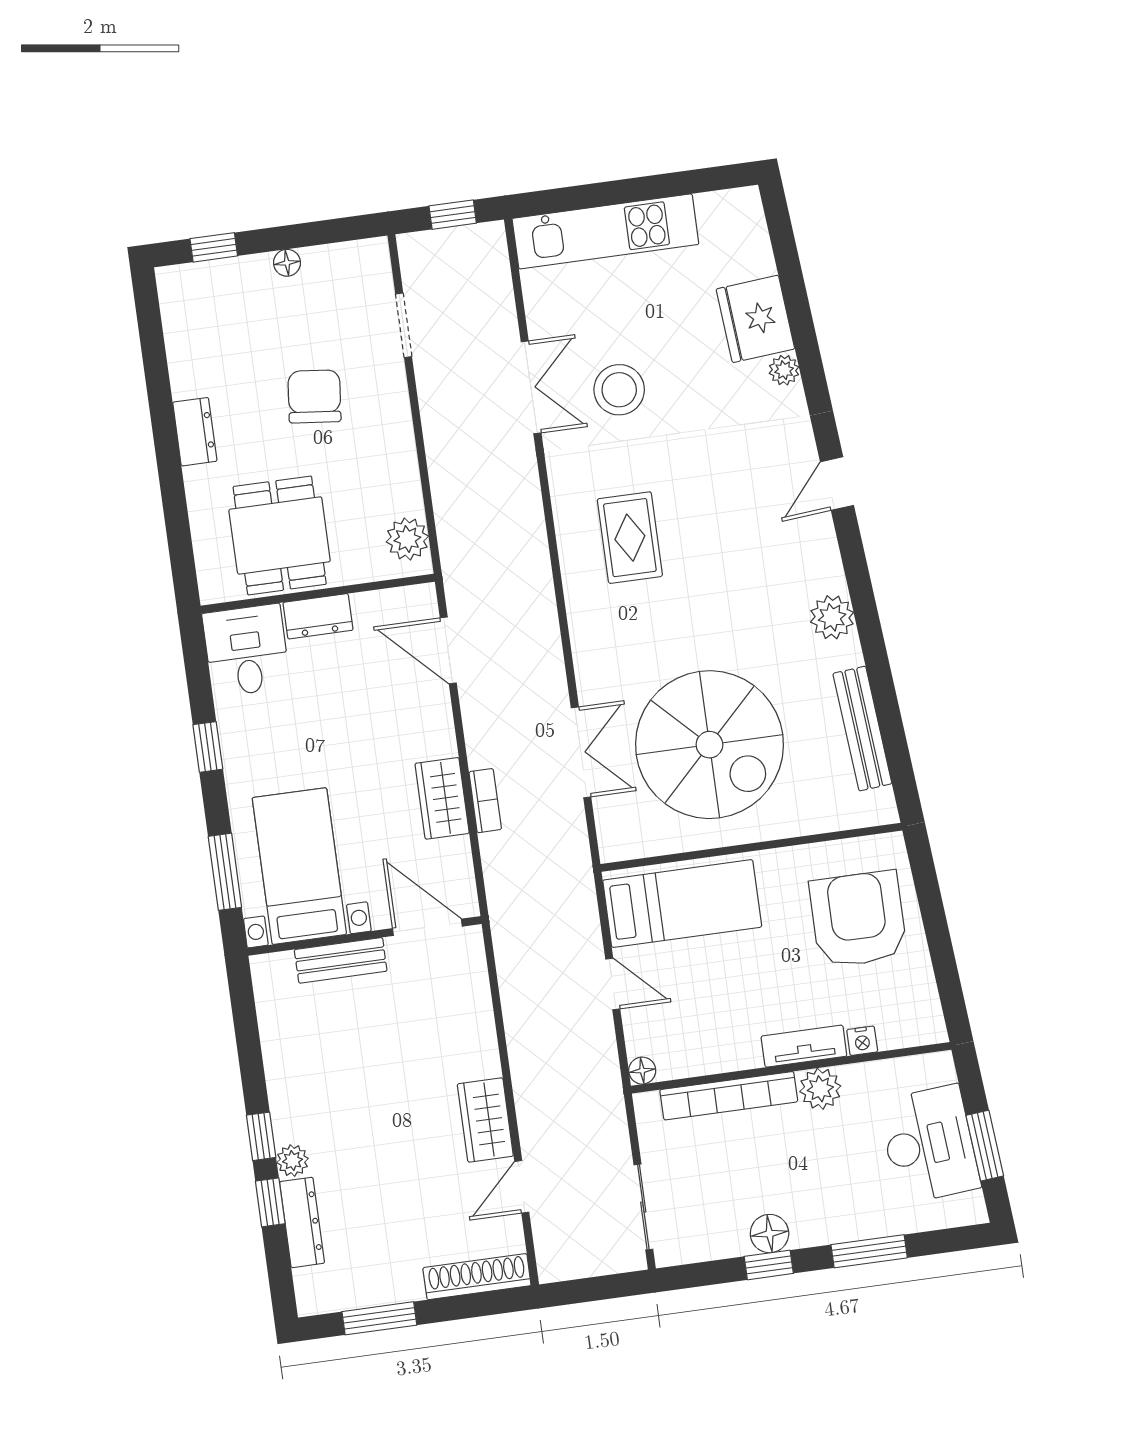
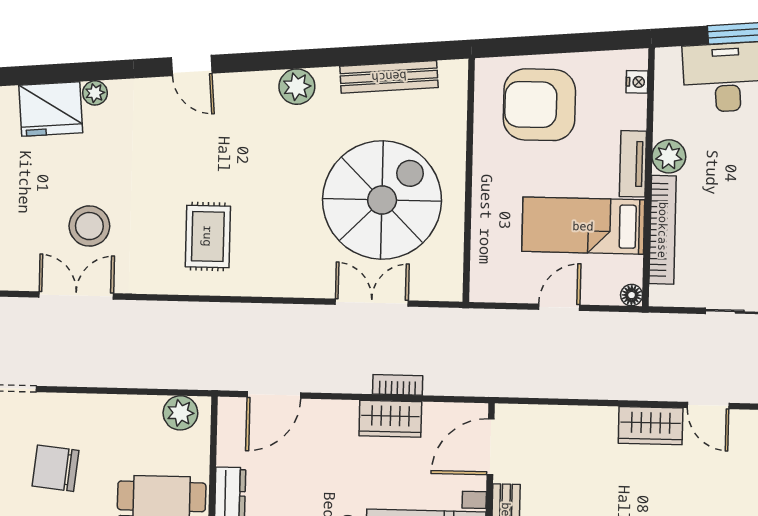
rug: (630, 538) -> (208, 236), turned 90
bed: (682, 904) -> (583, 226), moved, turned -90
nightstand: (862, 1041) -> (637, 82), moved

